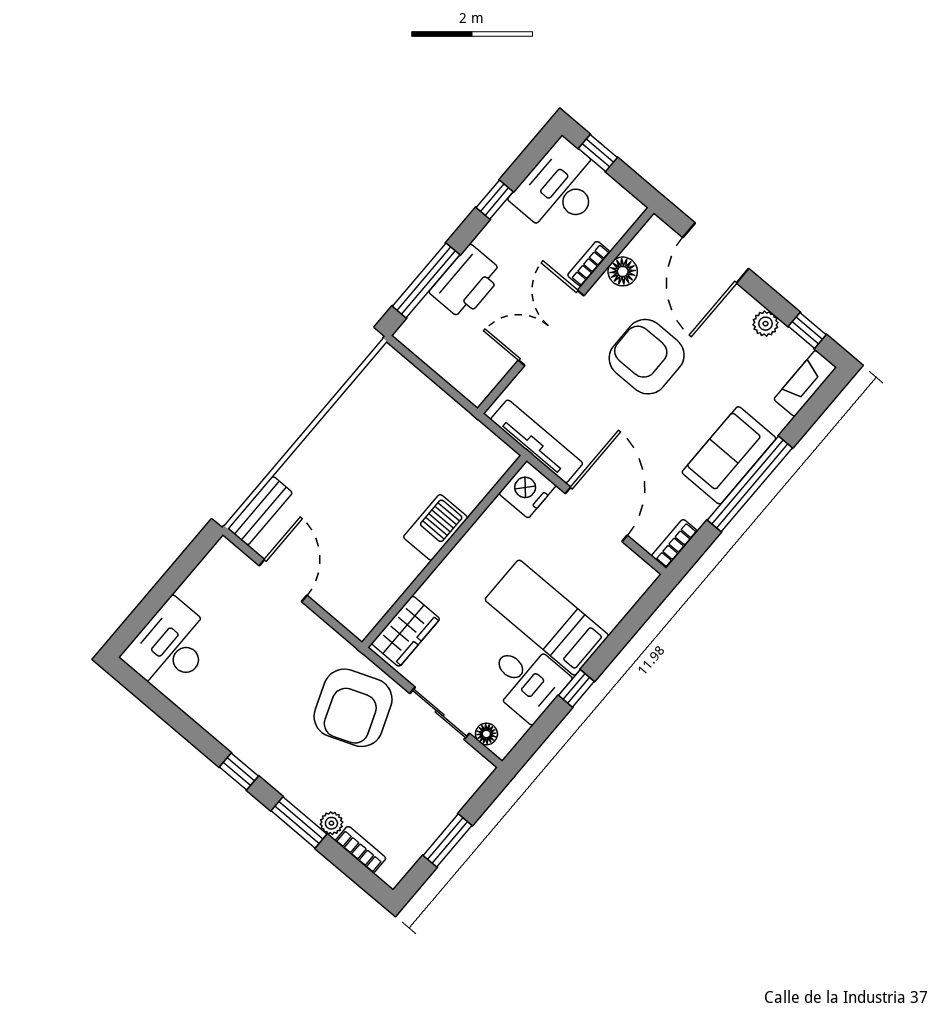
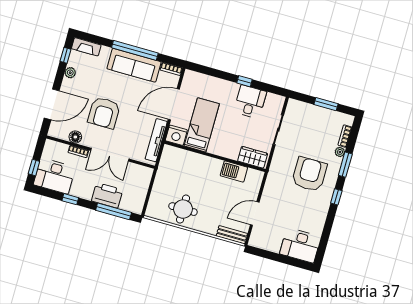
round table: (363, 431) -> (183, 209), added
sofa: (729, 455) -> (134, 65), width x1.36
barbecue: (436, 527) -> (234, 172), moved
bed: (547, 618) -> (202, 125), moved, turned 180
armchair: (353, 708) -> (309, 174), moved, turned -69
floor lamp: (486, 734) -> (278, 108), removed

